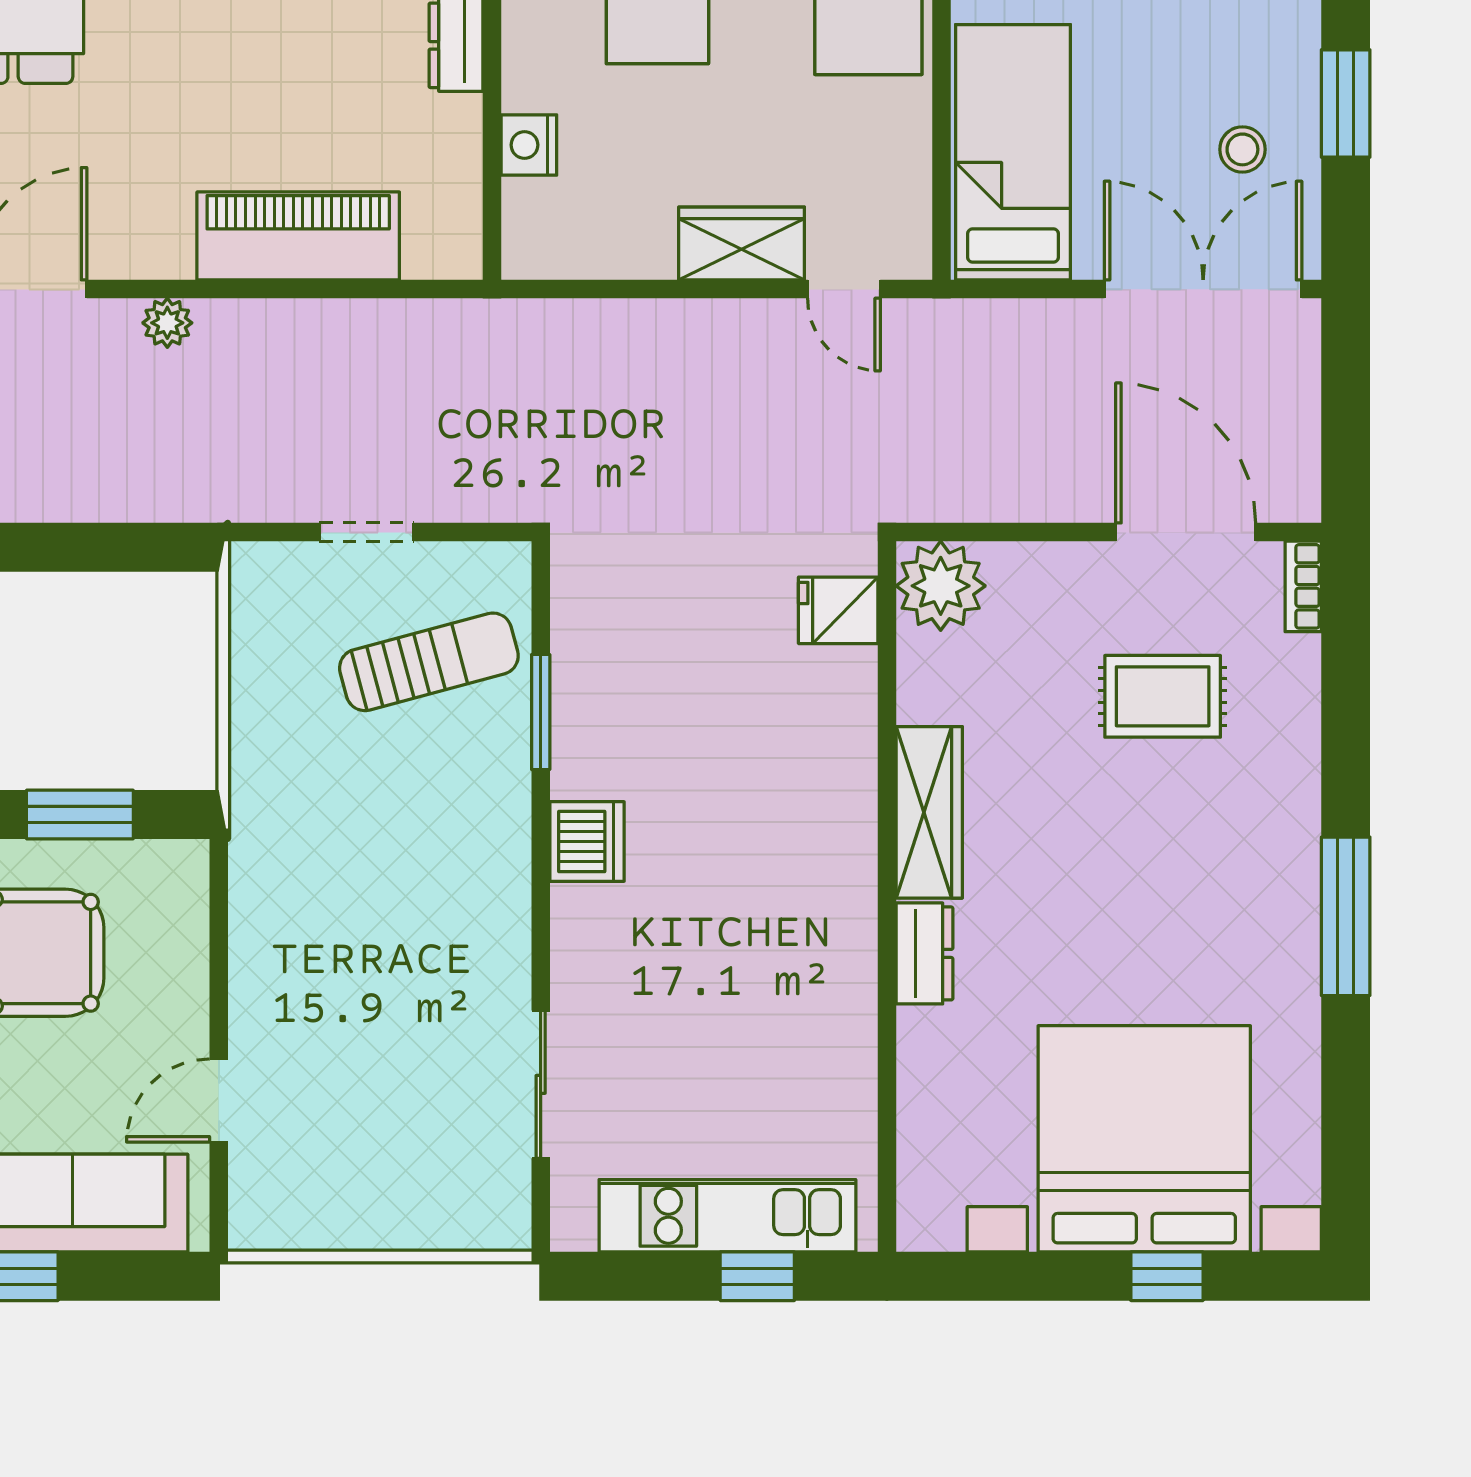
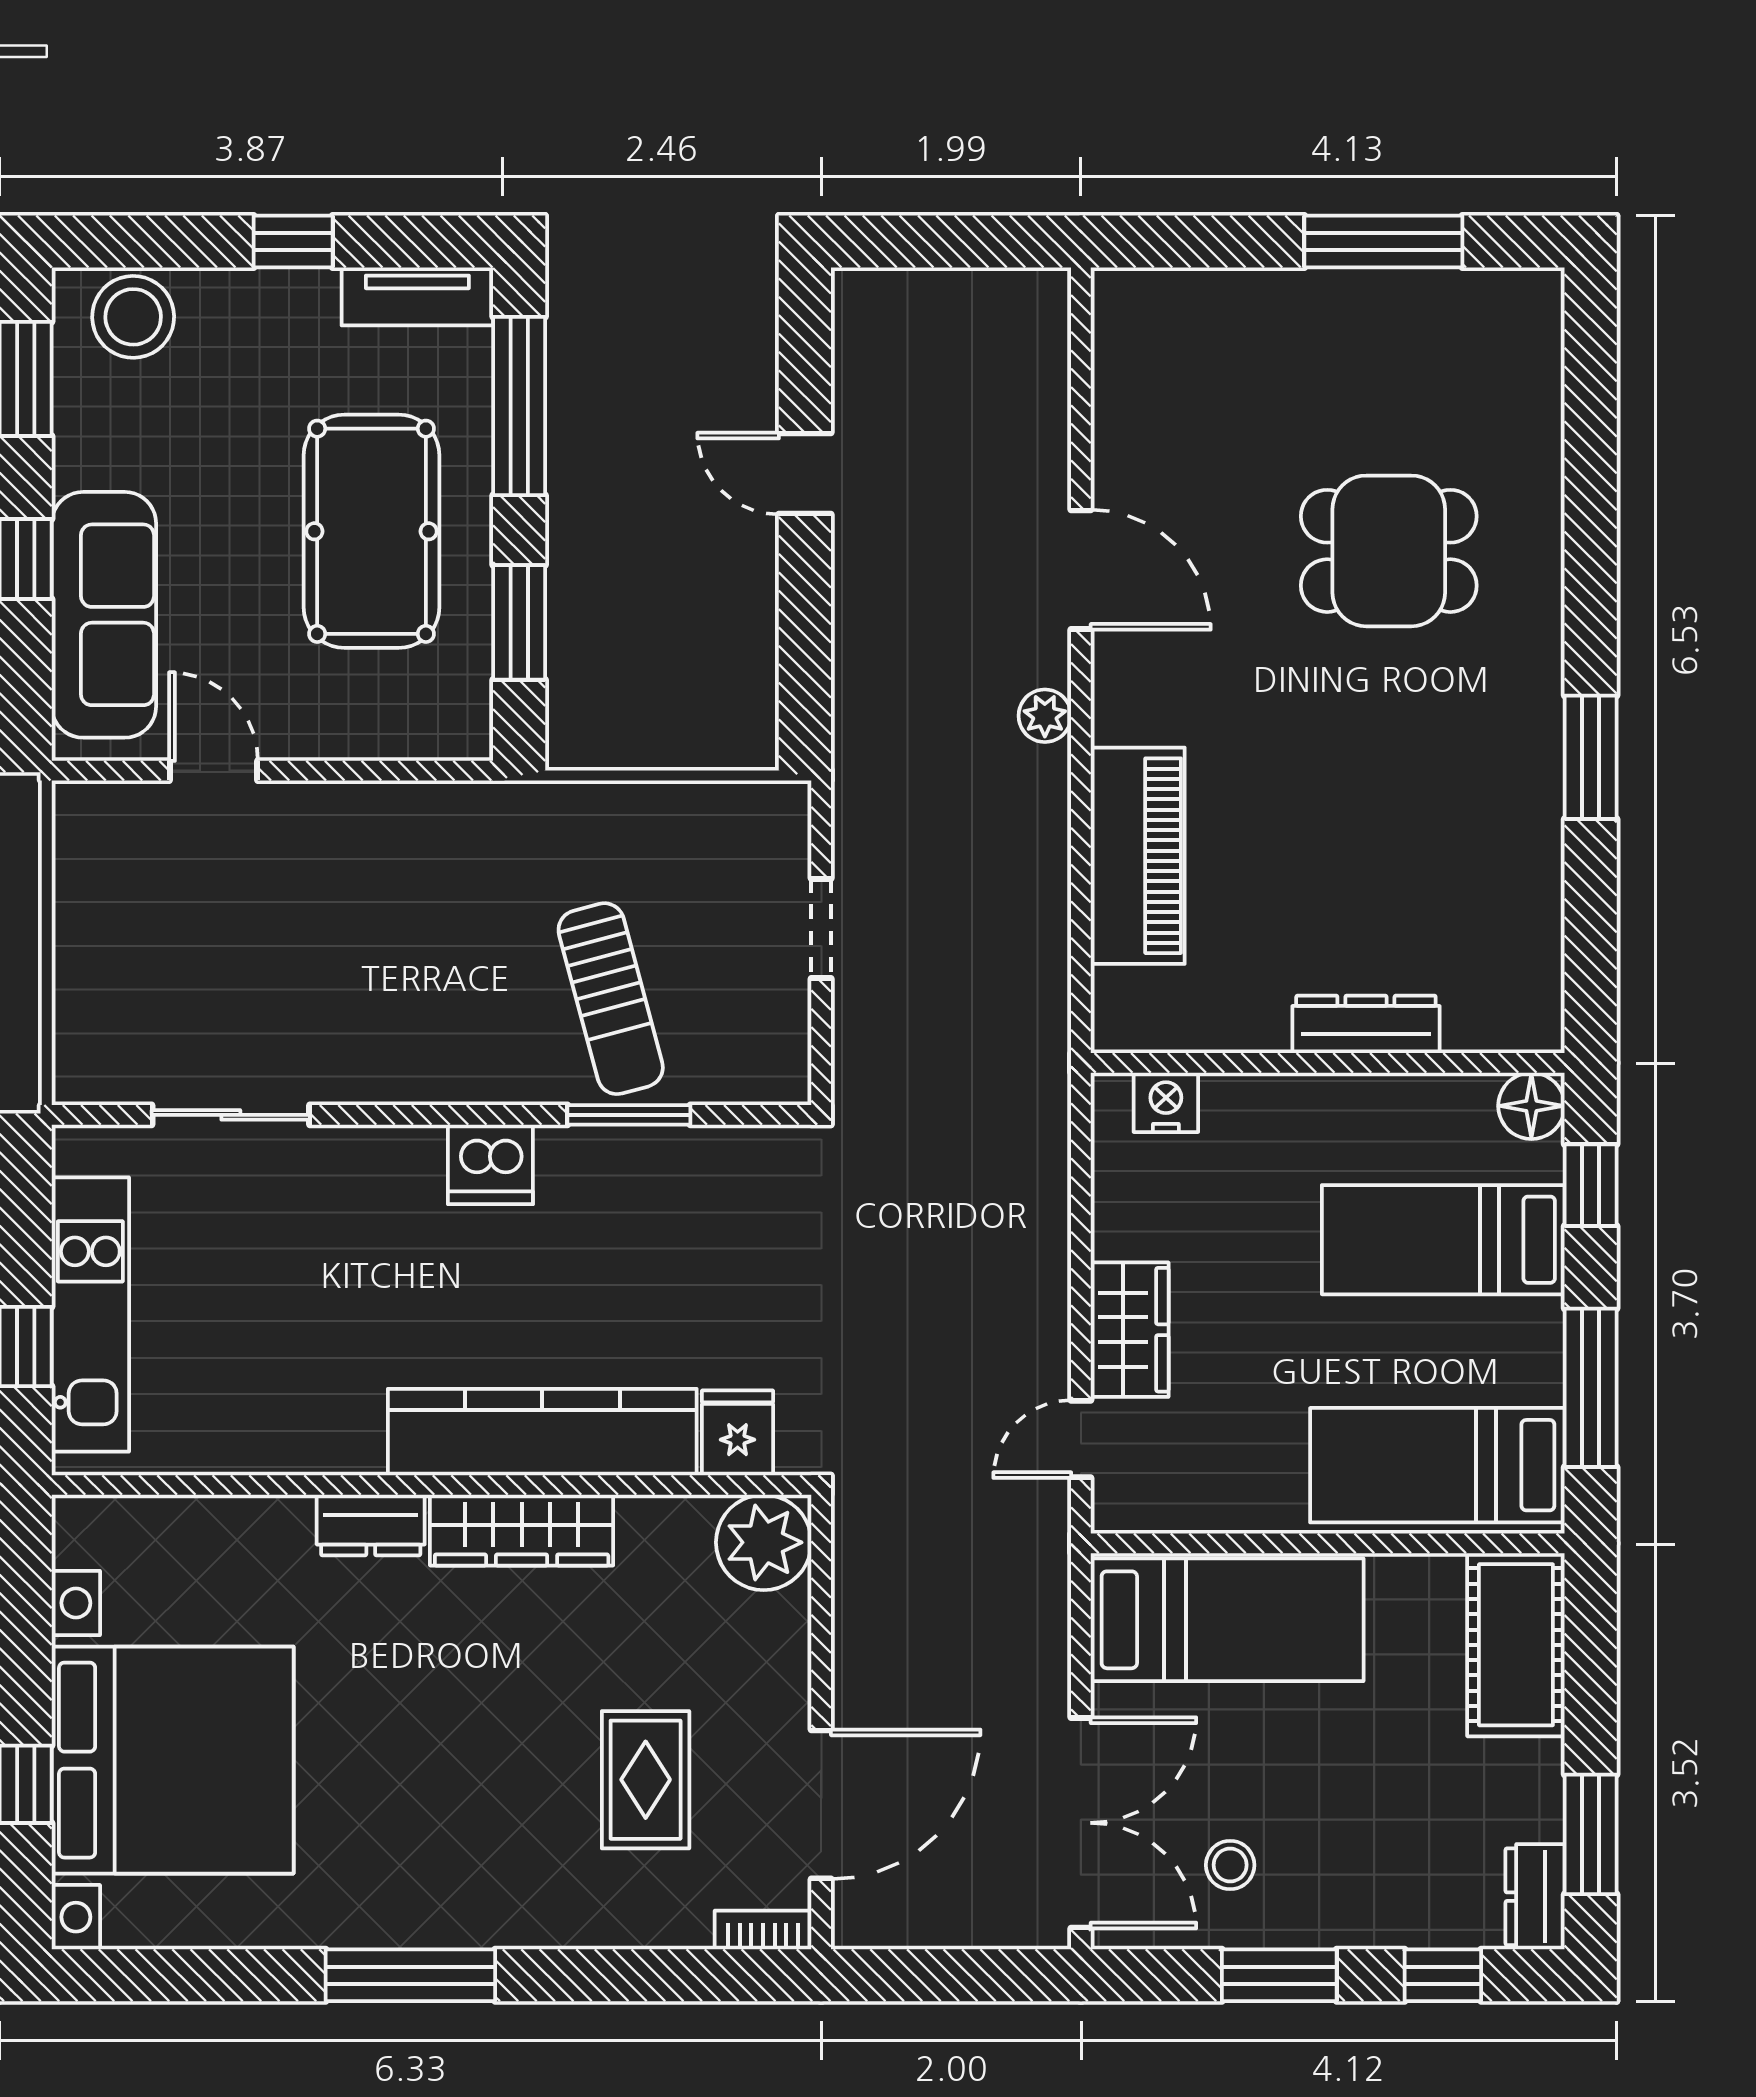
nightstand: (529, 145) -> (1166, 1102), moved
sun lounger: (429, 662) -> (611, 999), moved
kitchen counter: (837, 793) -> (542, 1432), added

